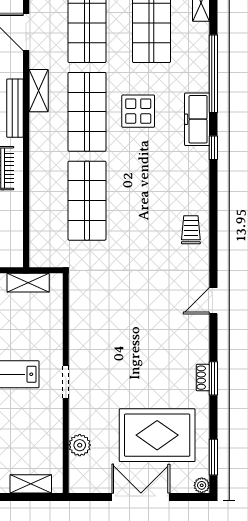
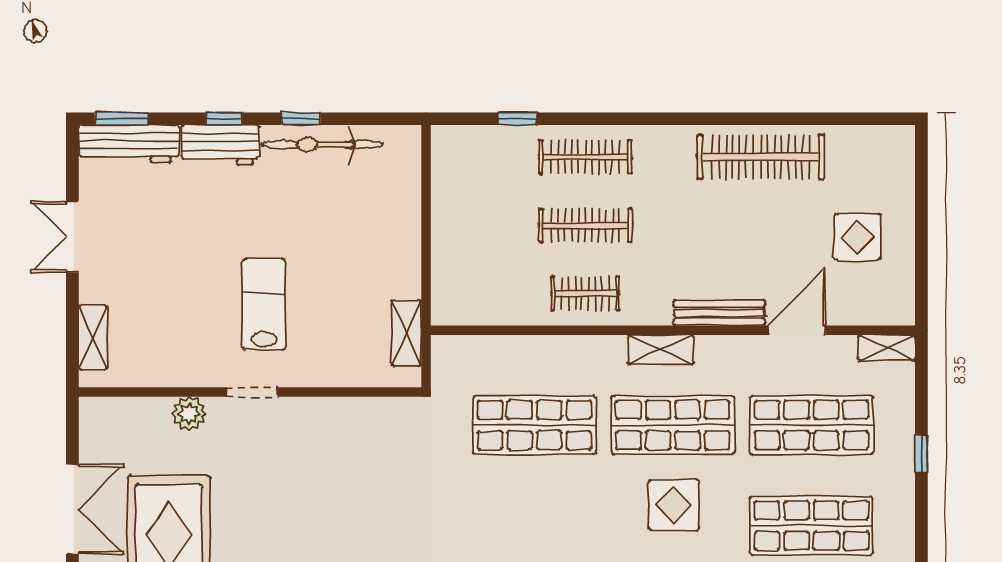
shelving: (39, 91) -> (661, 350), moved
bench: (15, 108) -> (719, 313), moved
plant: (80, 445) -> (189, 414), moved

